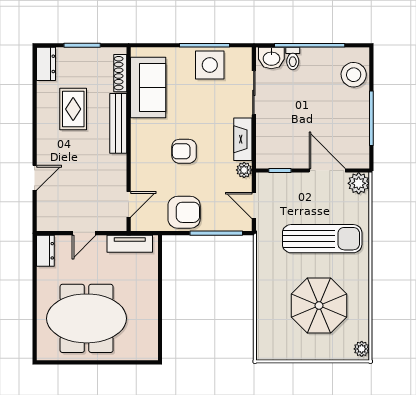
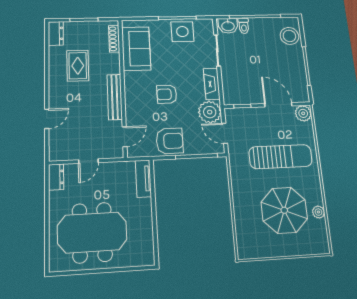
bench: (118, 123) -> (115, 97), moved
plant: (244, 170) -> (210, 112), width x1.87, depth x1.87
tv unit: (130, 244) -> (143, 179), moved, turned 90
plant: (362, 349) -> (318, 212), moved

